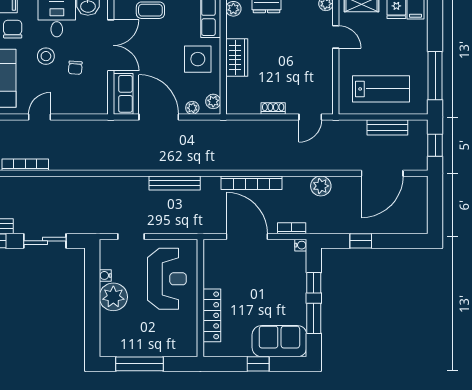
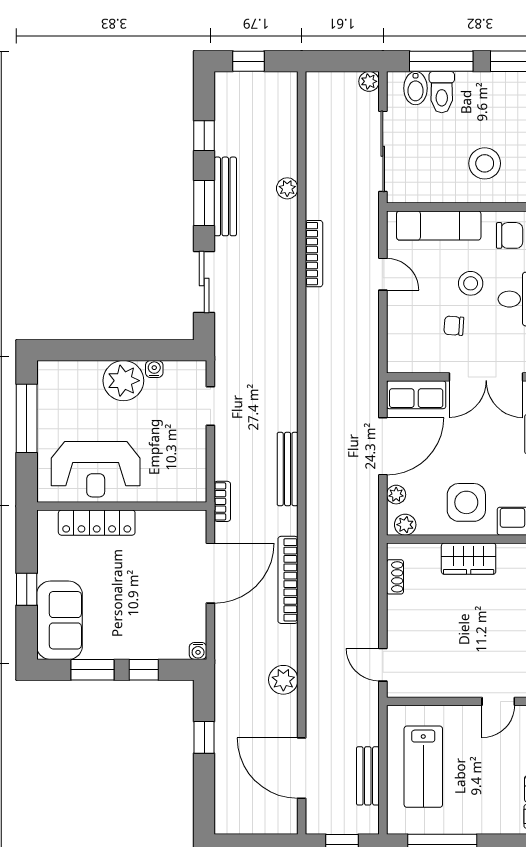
shoe rack: (273, 109) -> (395, 577), moved
bookcase: (292, 228) -> (222, 501), moved
reception desk: (167, 279) -> (96, 469), moved

